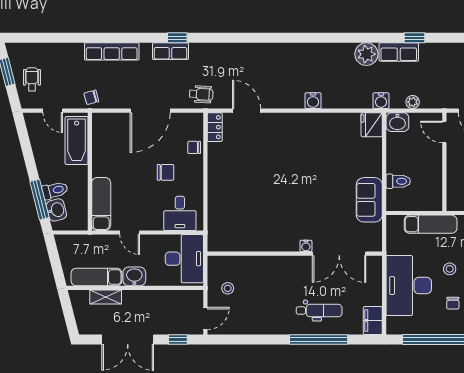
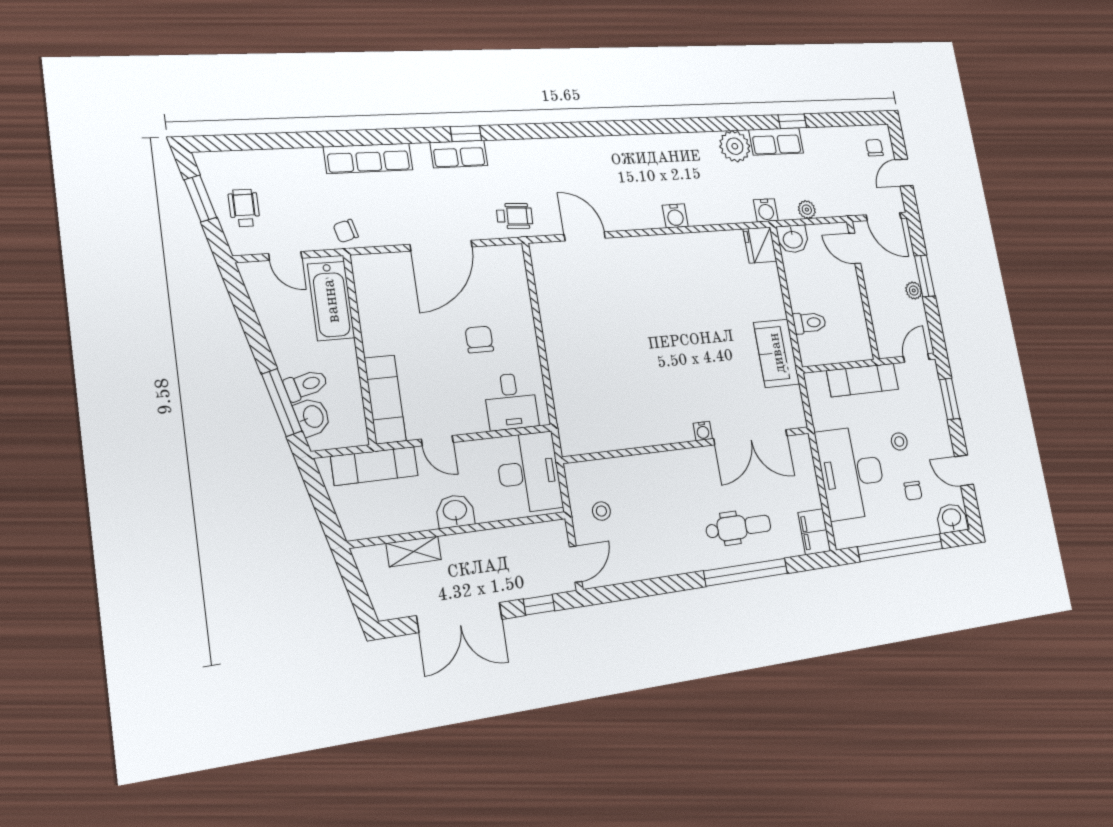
locker: (215, 127) -> (542, 264), removed
chair: (194, 147) -> (517, 297), removed
chair: (166, 172) -> (479, 339), turned -90
exam couch: (96, 277) -> (375, 466), moved, turned 180

